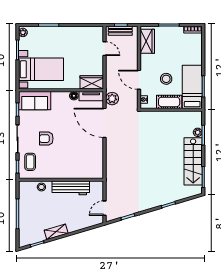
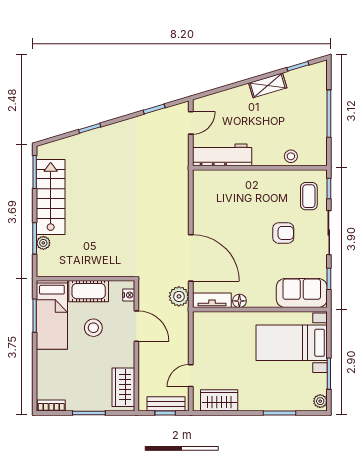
door: (105, 49) -> (191, 376), hinge flipped
wardrobe: (92, 82) -> (219, 400), moved, turned 180
workbench: (71, 188) -> (222, 155), moved

